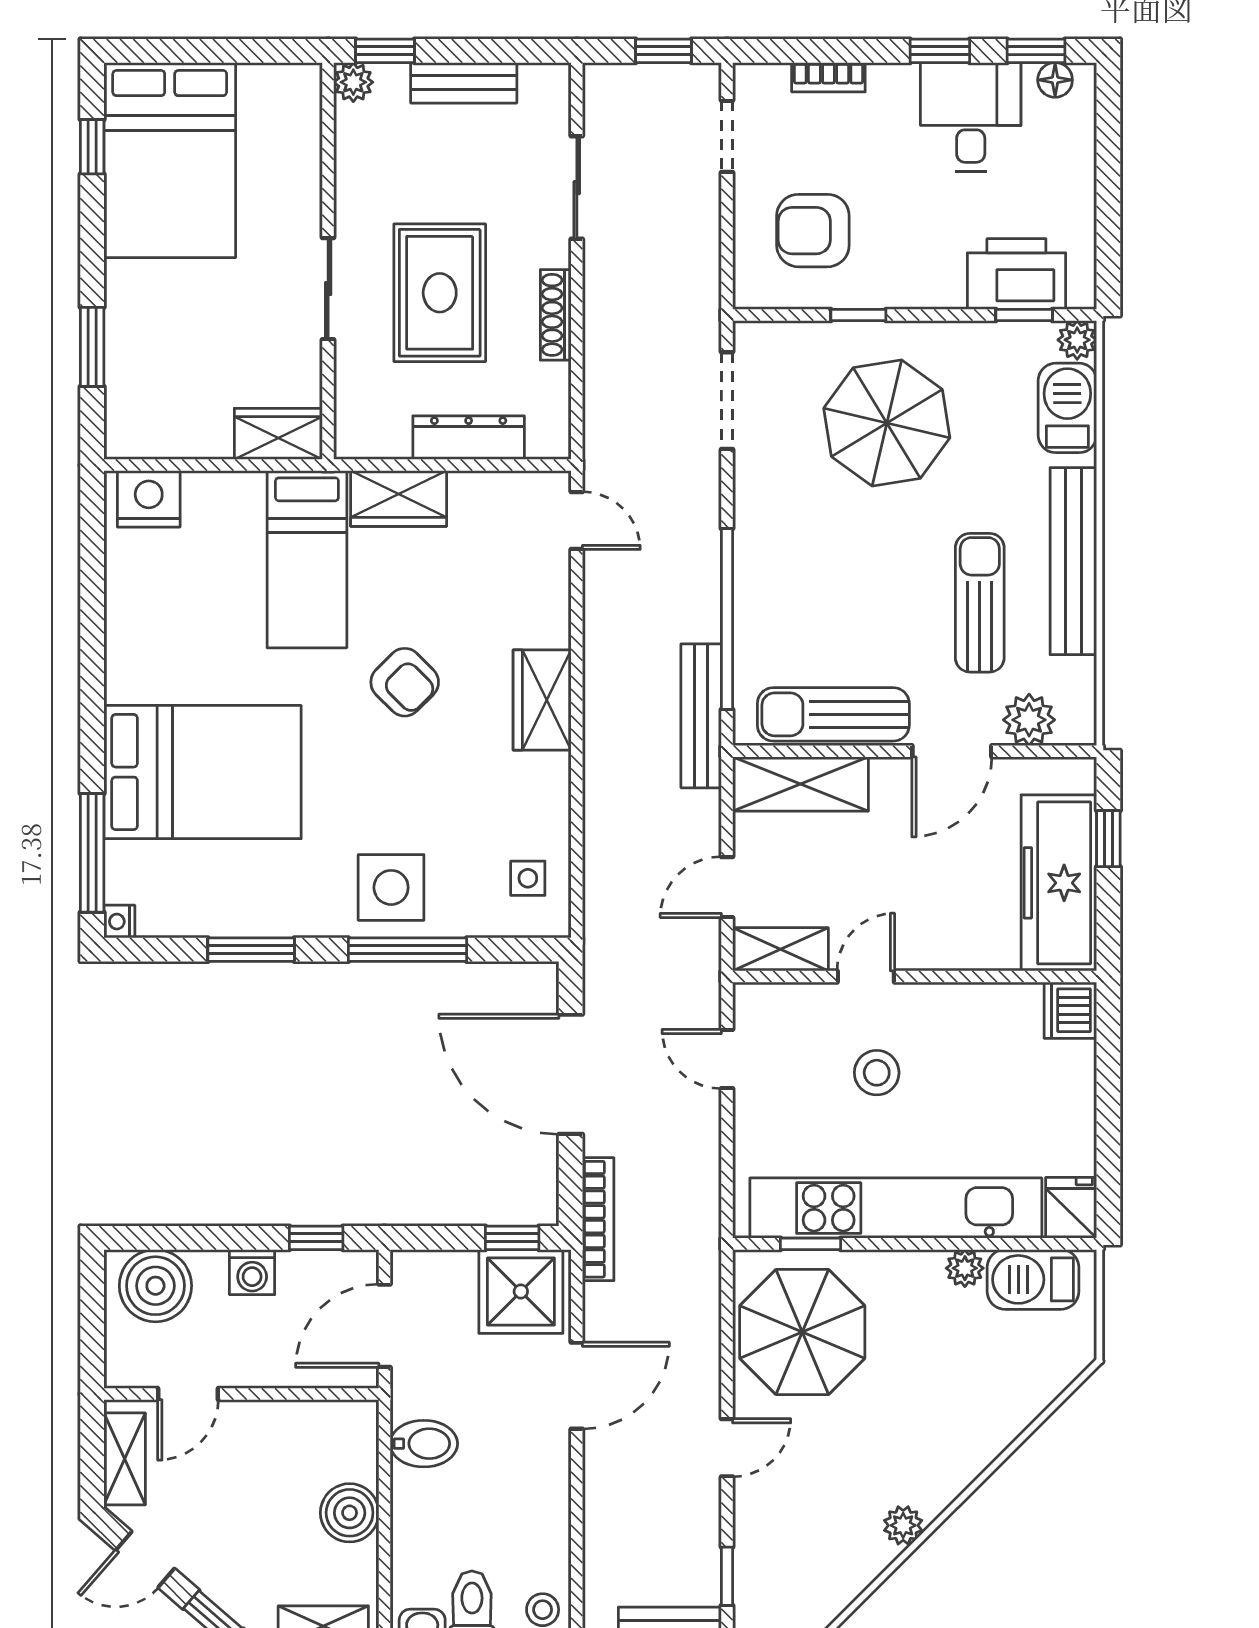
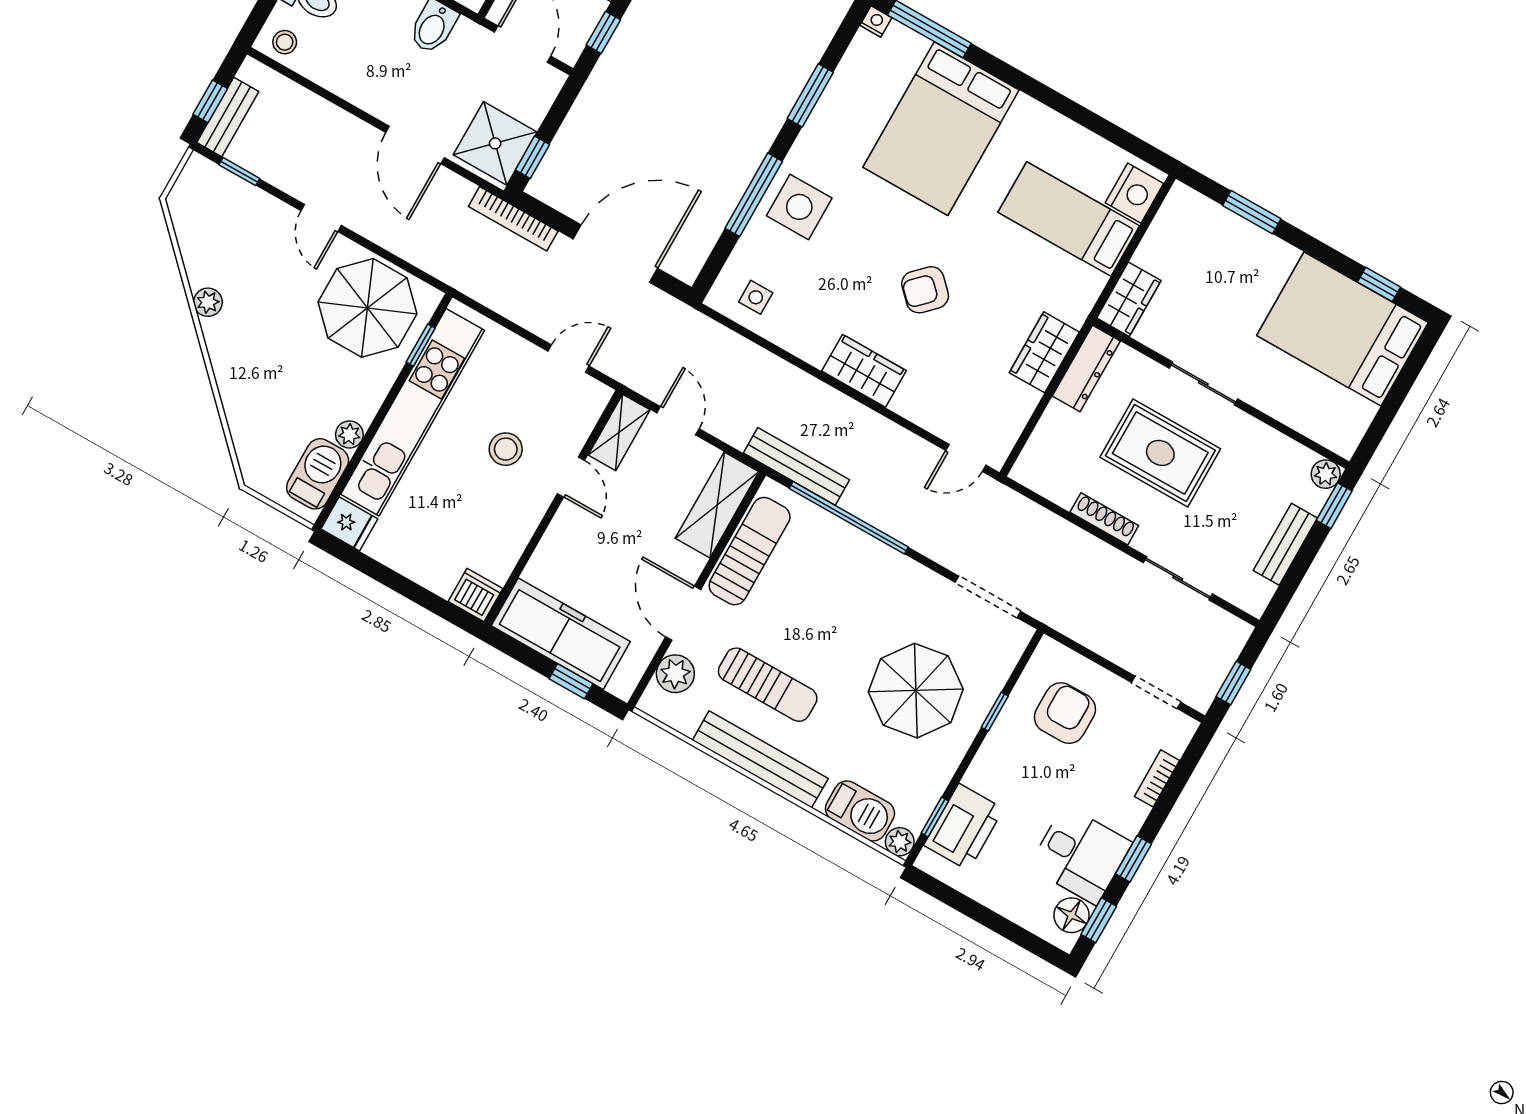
floor lamp: (1055, 80) -> (1072, 915), width x1.37, depth x1.37
dresser: (469, 438) -> (1086, 369), moved
bed: (307, 559) -> (1069, 219), moved

